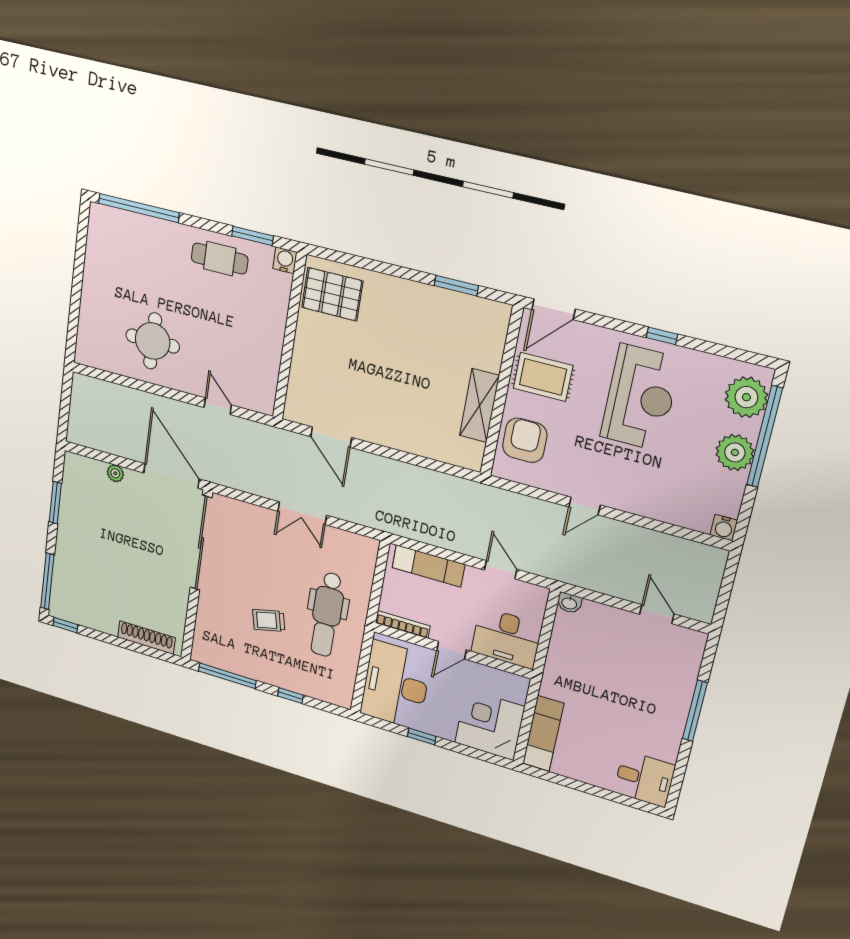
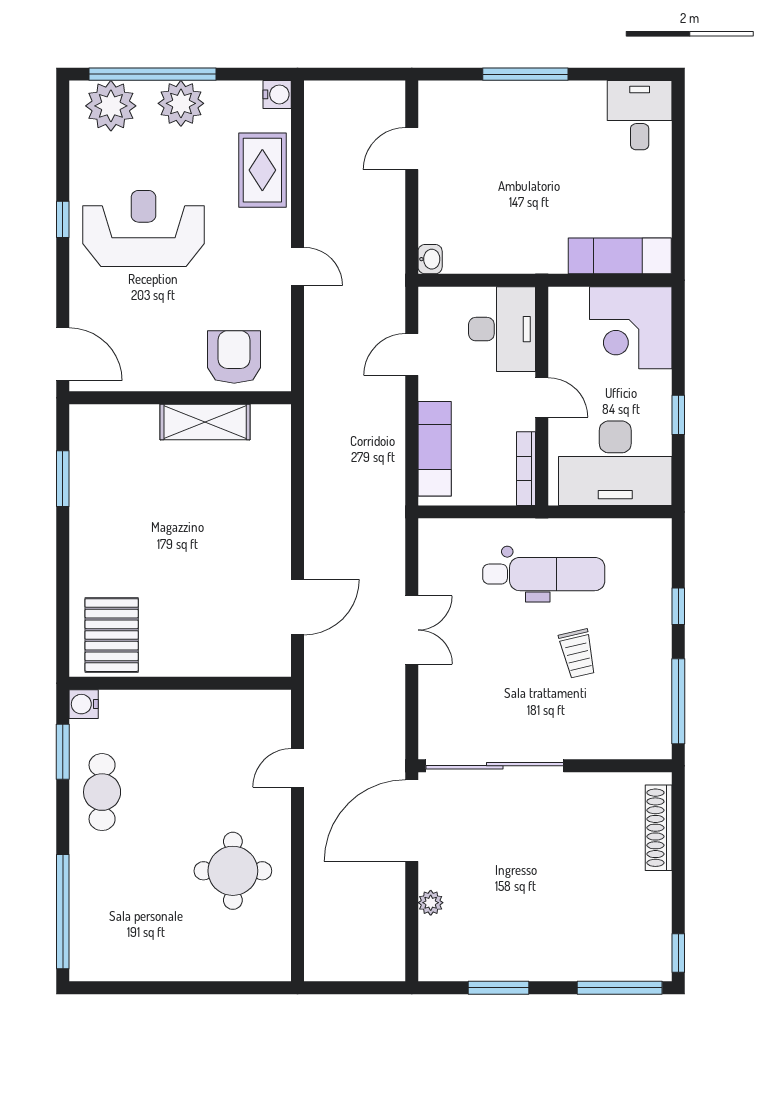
rug: (543, 377) -> (262, 170), moved
armchair: (525, 440) -> (234, 357), turned 90

